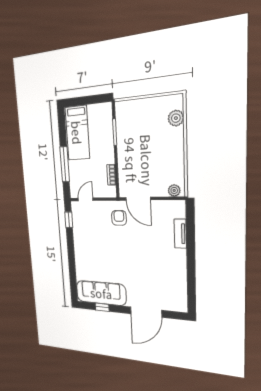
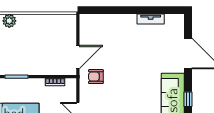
plant: (174, 190) -> (71, 24), removed
tv unit: (180, 234) -> (151, 19), moved

